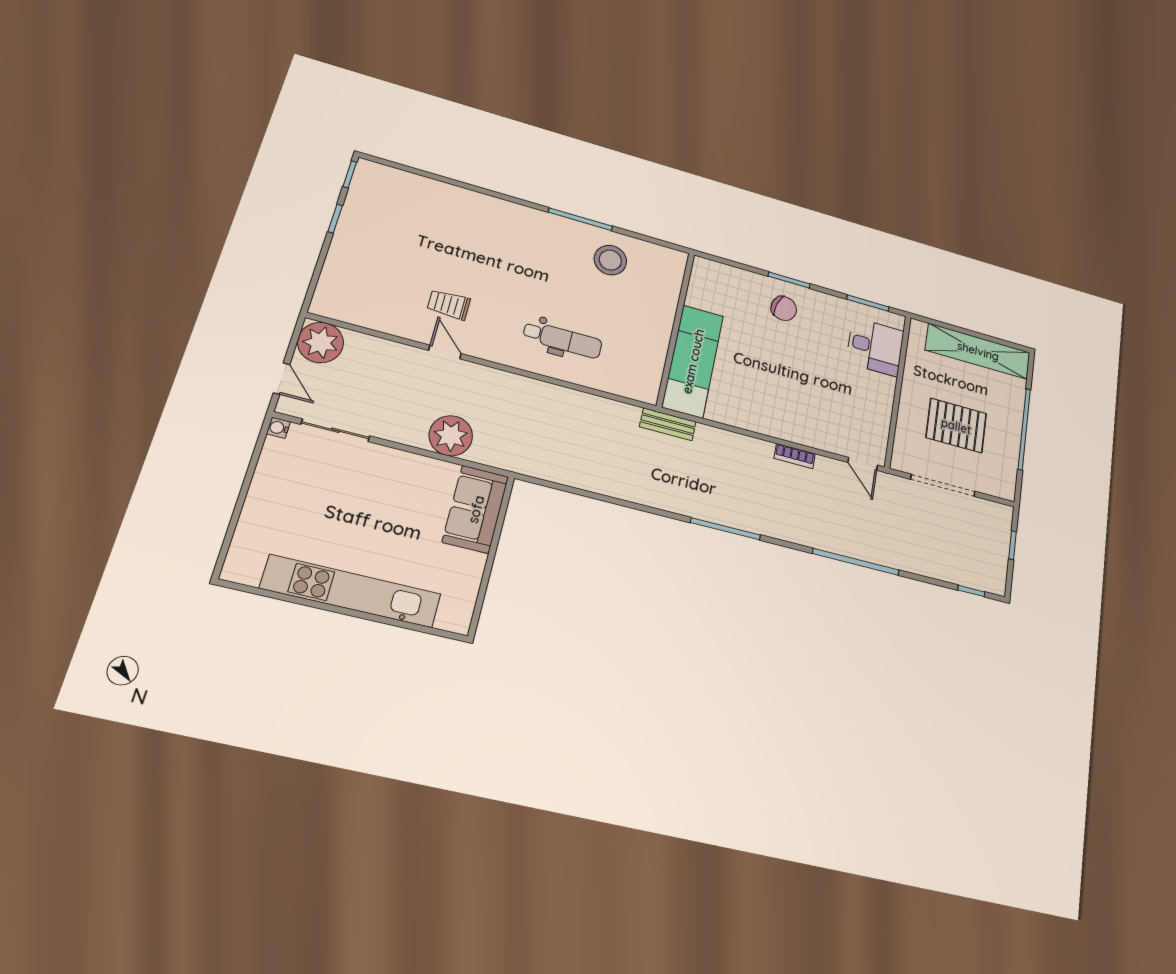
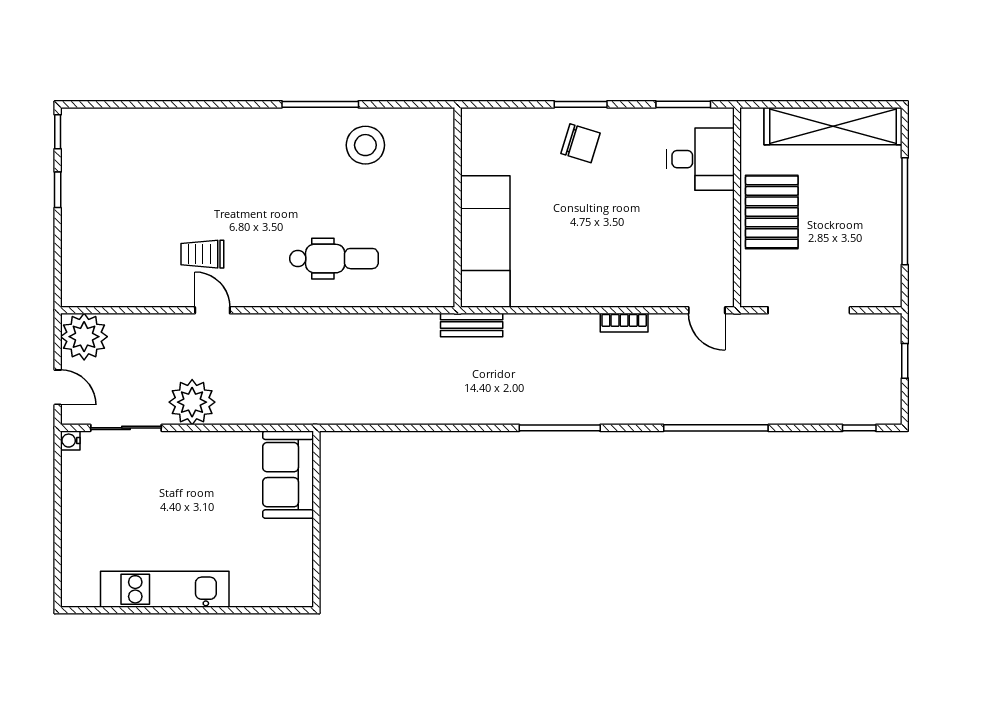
pallet: (956, 426) -> (772, 212), moved, turned 90
plant: (451, 436) -> (192, 402), moved
kitchen unit: (351, 591) -> (165, 589), width x0.73

